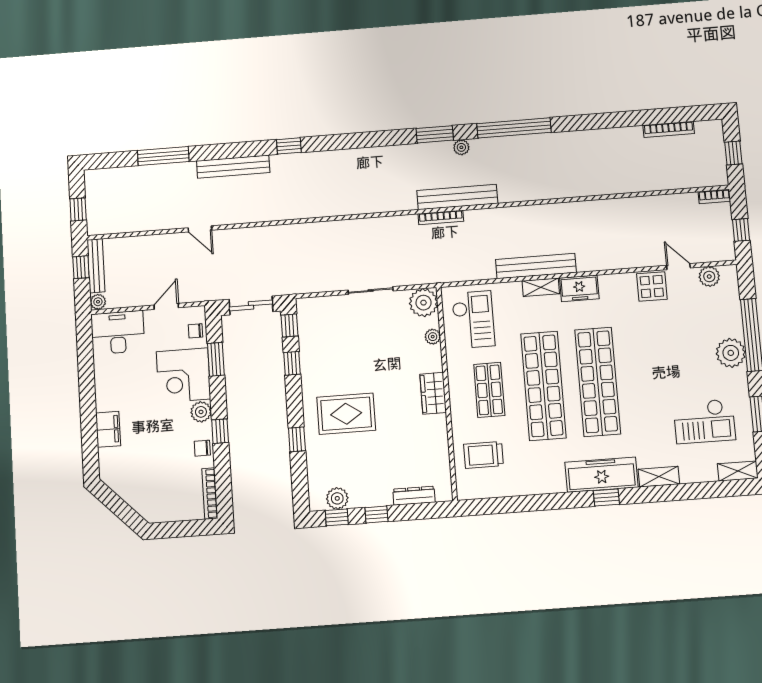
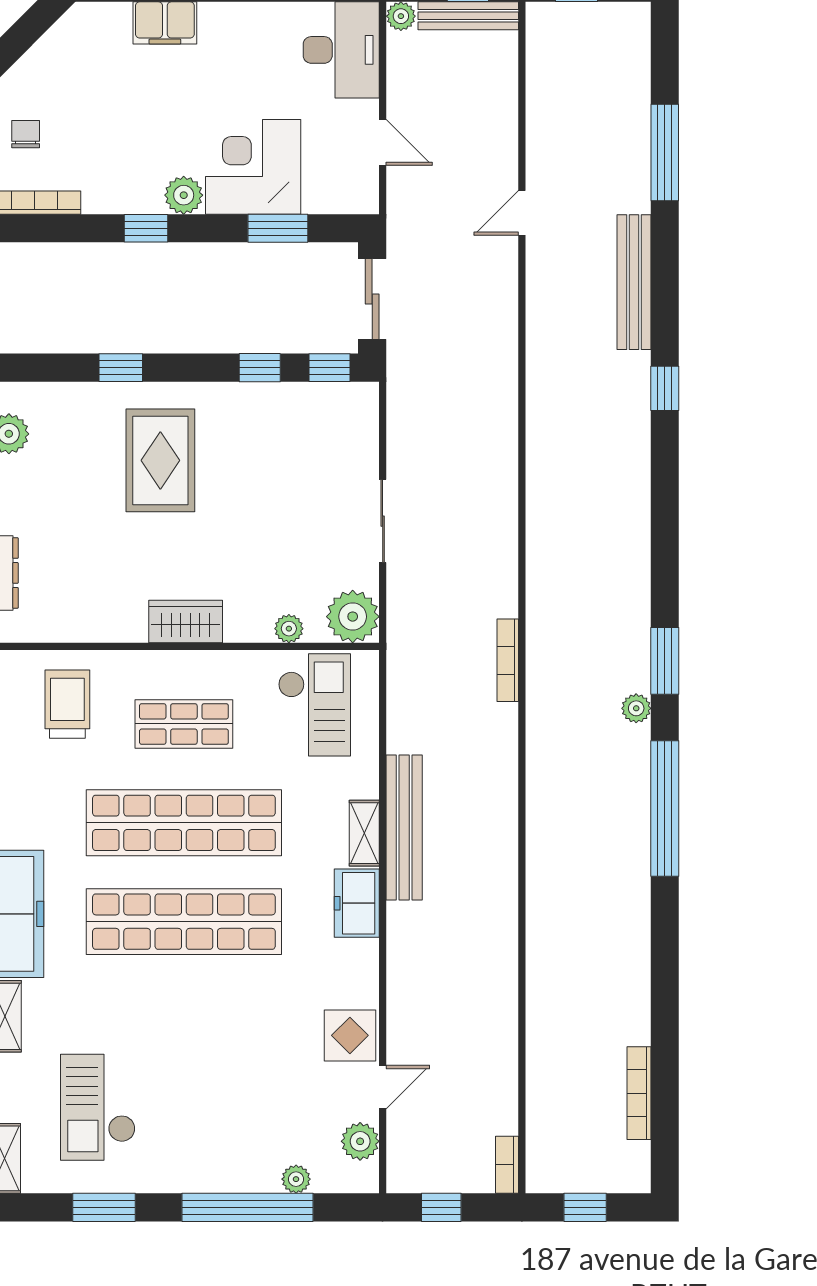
bench: (457, 197) -> (544, 693), removed
checkout: (473, 320) -> (314, 705), turned -90
chair: (195, 331) -> (333, 194), removed
plant: (731, 353) -> (296, 1179), moved, width x0.53, depth x0.53
chair: (202, 448) -> (26, 134), moved

